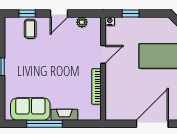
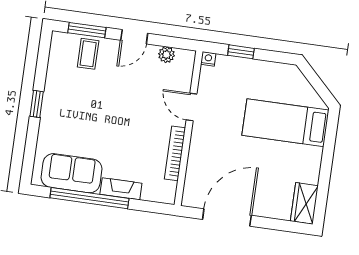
window: (27, 13) -> (87, 30), width x1.50
door: (103, 54) -> (191, 107), swing flipped
window: (44, 124) -> (89, 198), width x1.46
door: (152, 124) -> (227, 217), moved

